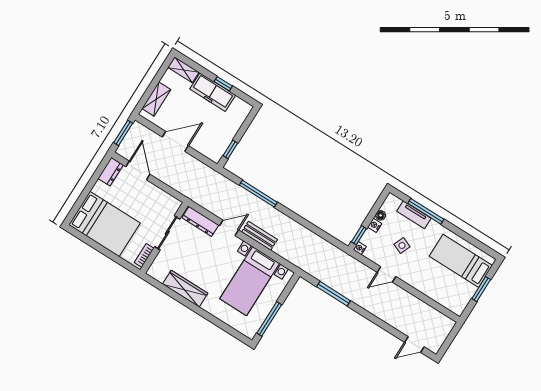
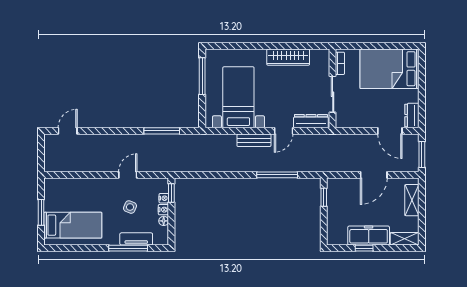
nightstand: (360, 248) -> (164, 198), moved

